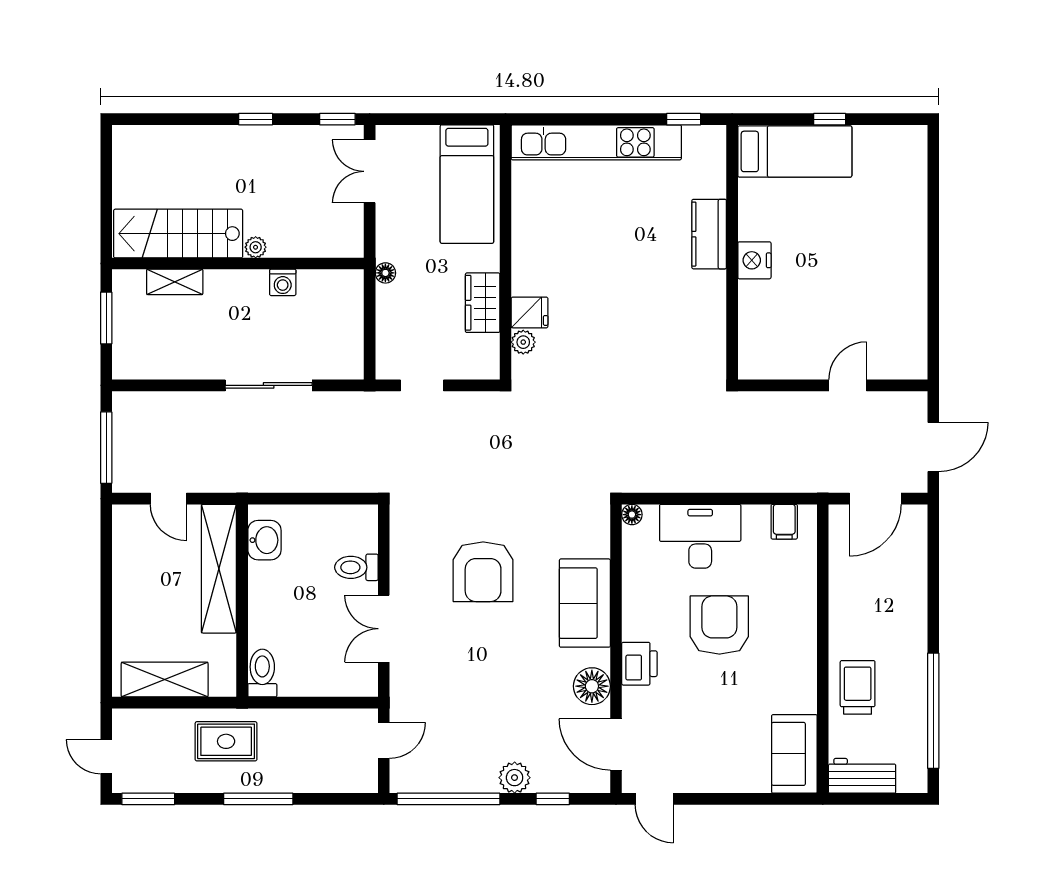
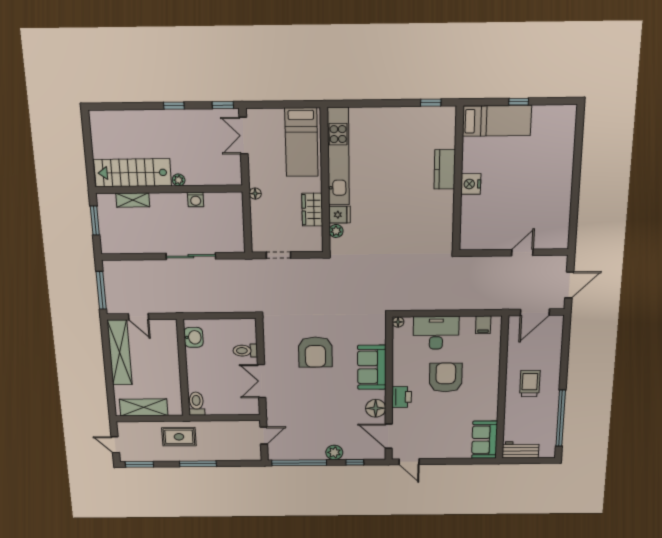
kitchen unit: (596, 142) -> (338, 157), moved, turned -90
shelving: (219, 569) -> (120, 353), moved
trolley: (858, 687) -> (530, 384), moved

